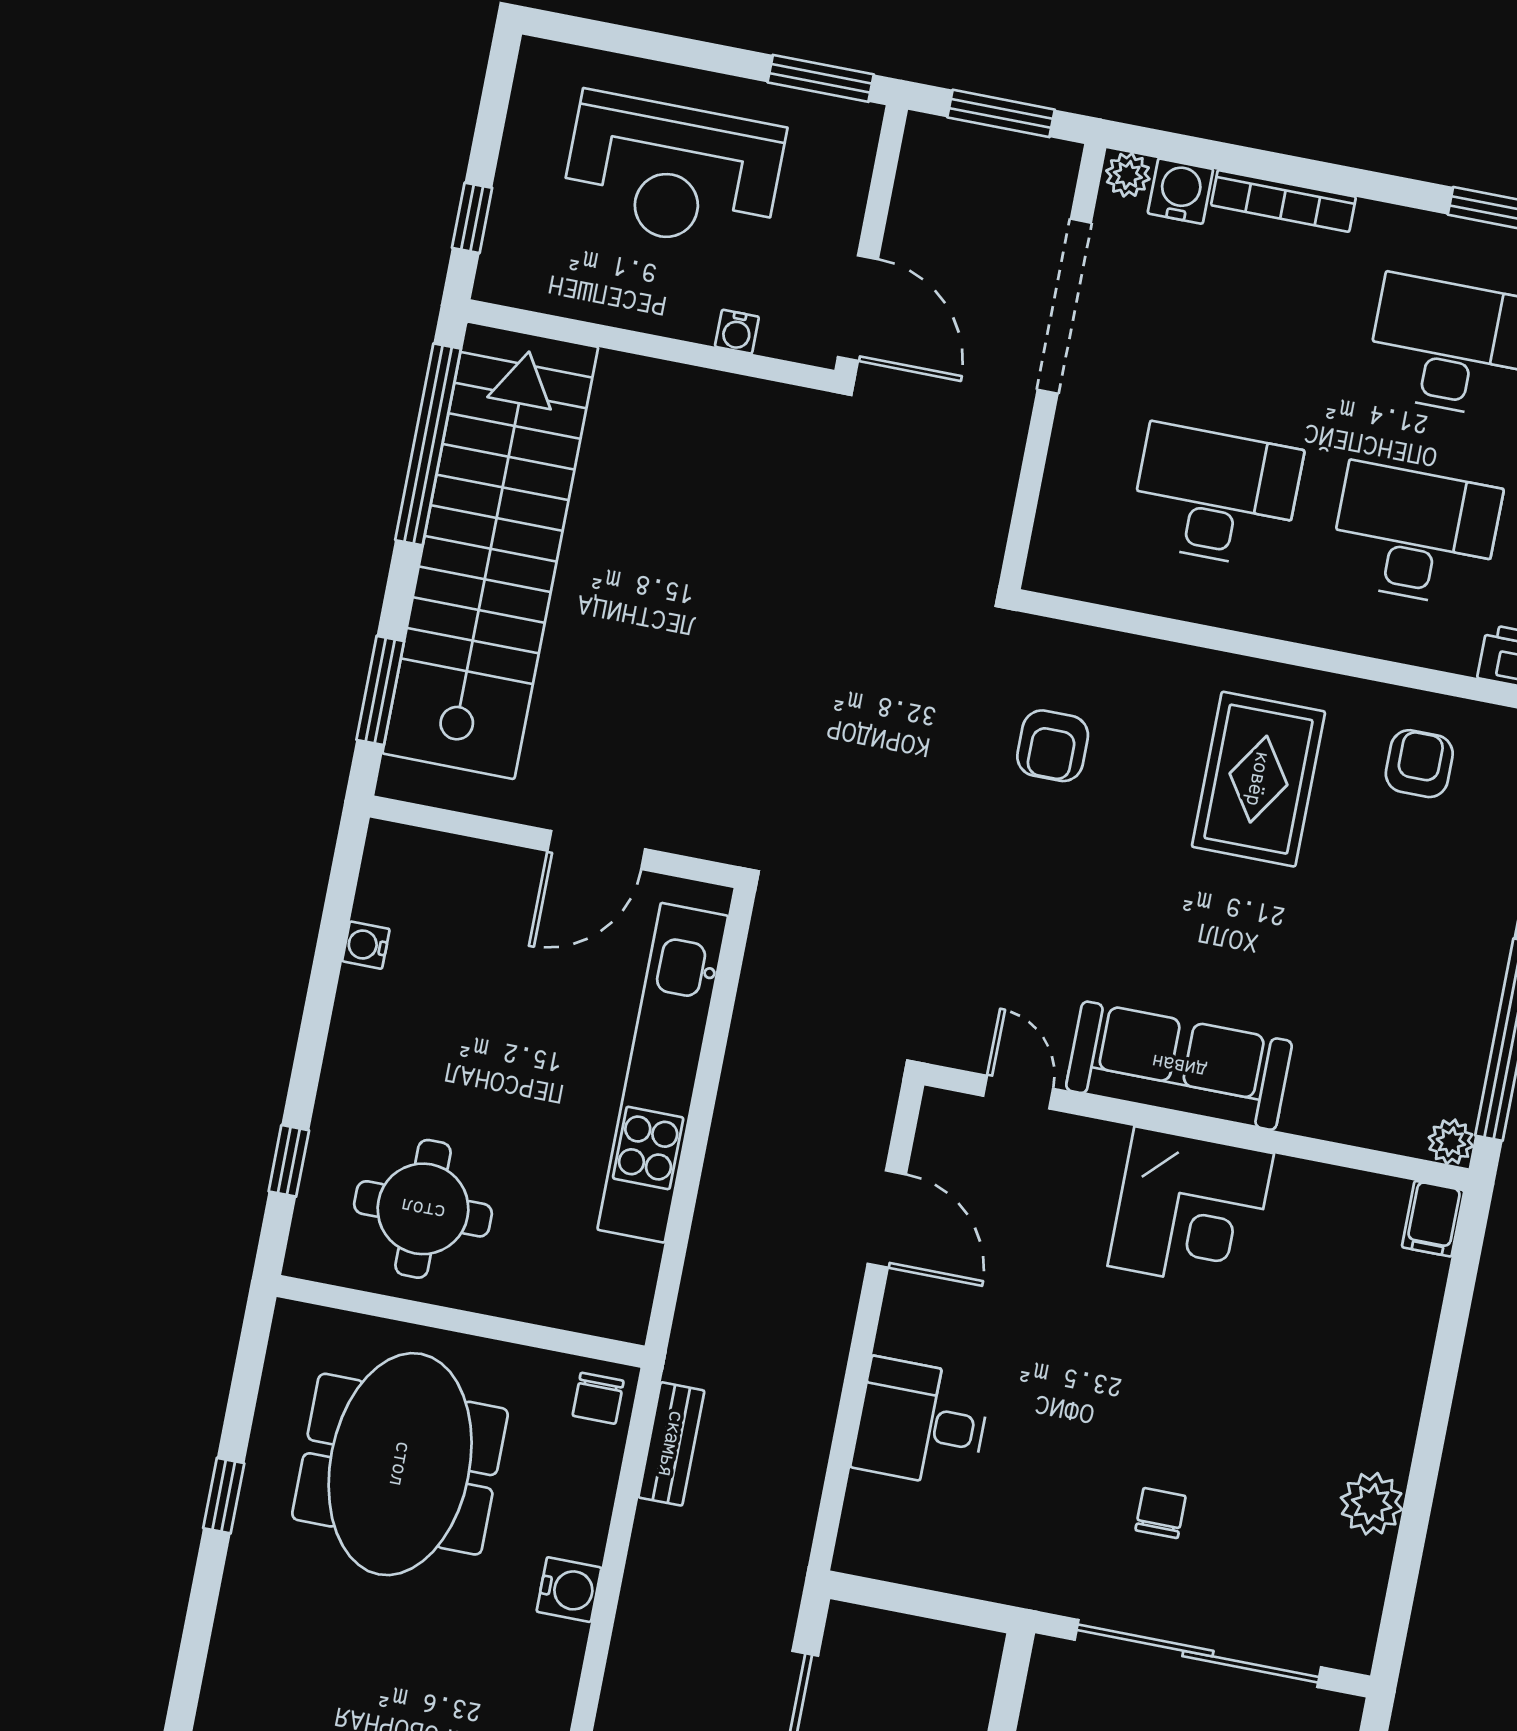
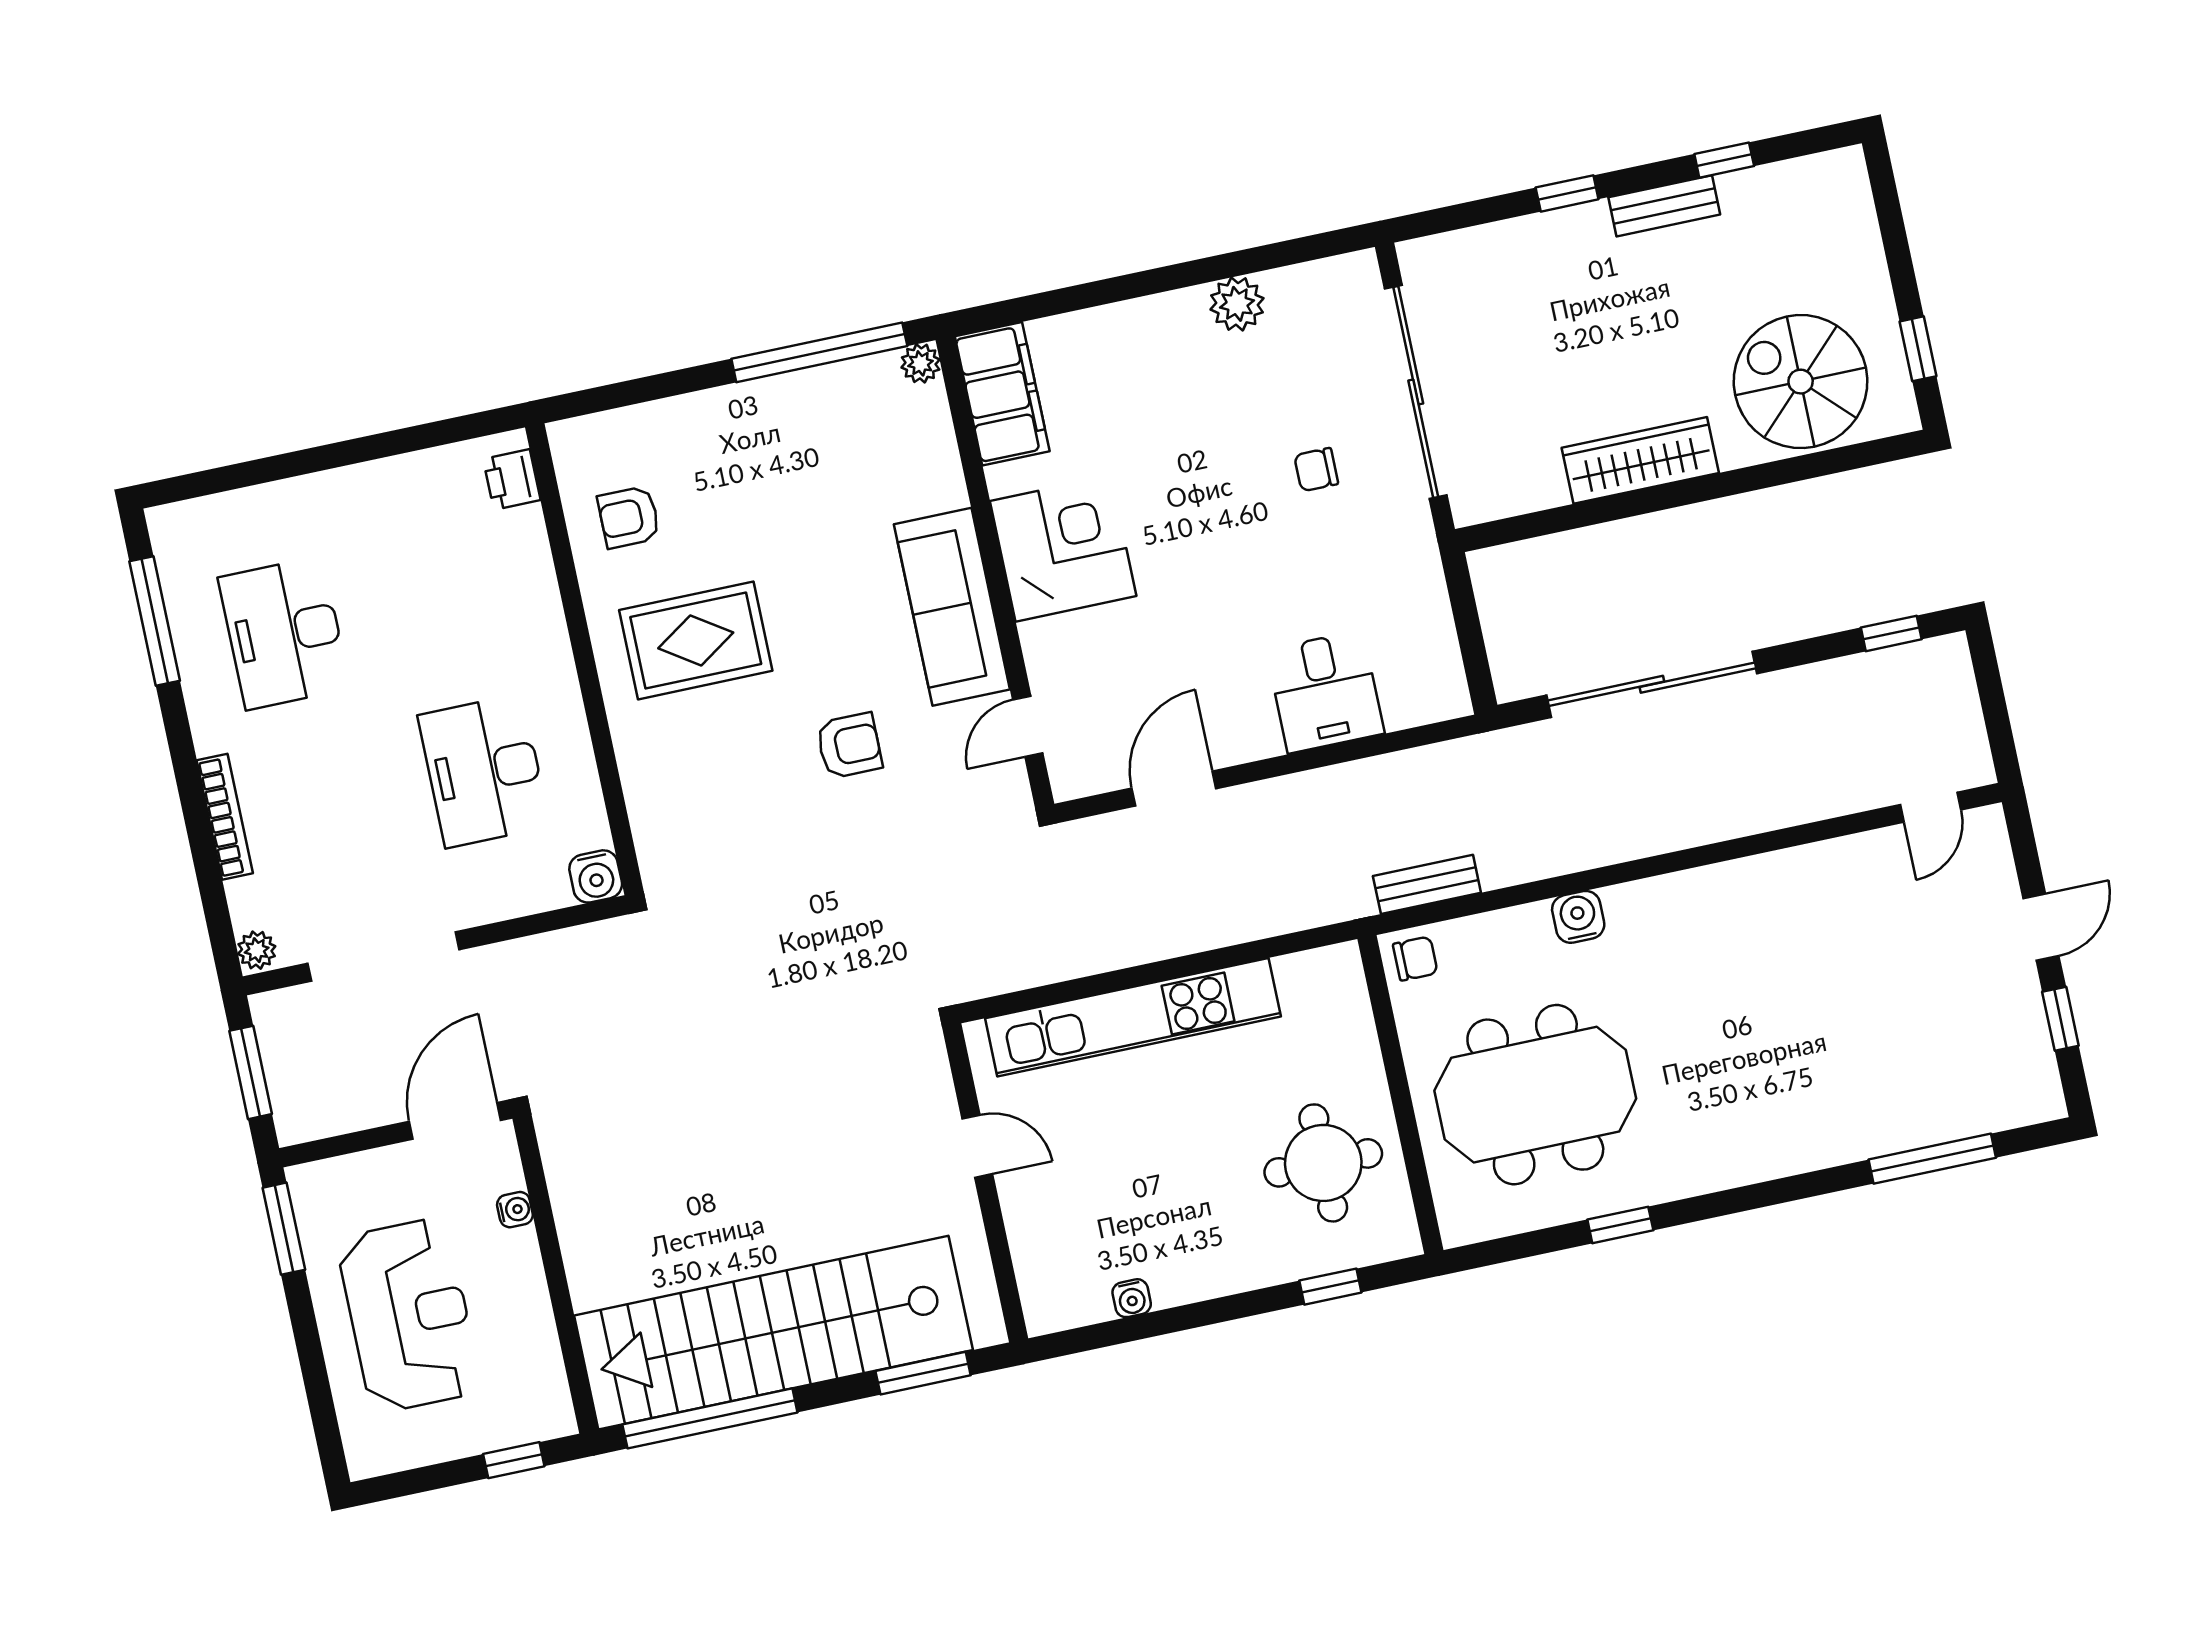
water cooler: (1180, 191) -> (596, 876), moved, turned -90
desk: (1415, 535) -> (447, 598), removed
armchair: (1053, 746) -> (849, 746), moved
door: (596, 850) -> (977, 1146), width x0.73
filing cabinet: (1433, 1219) -> (1002, 394), width x3.00, depth x1.17

